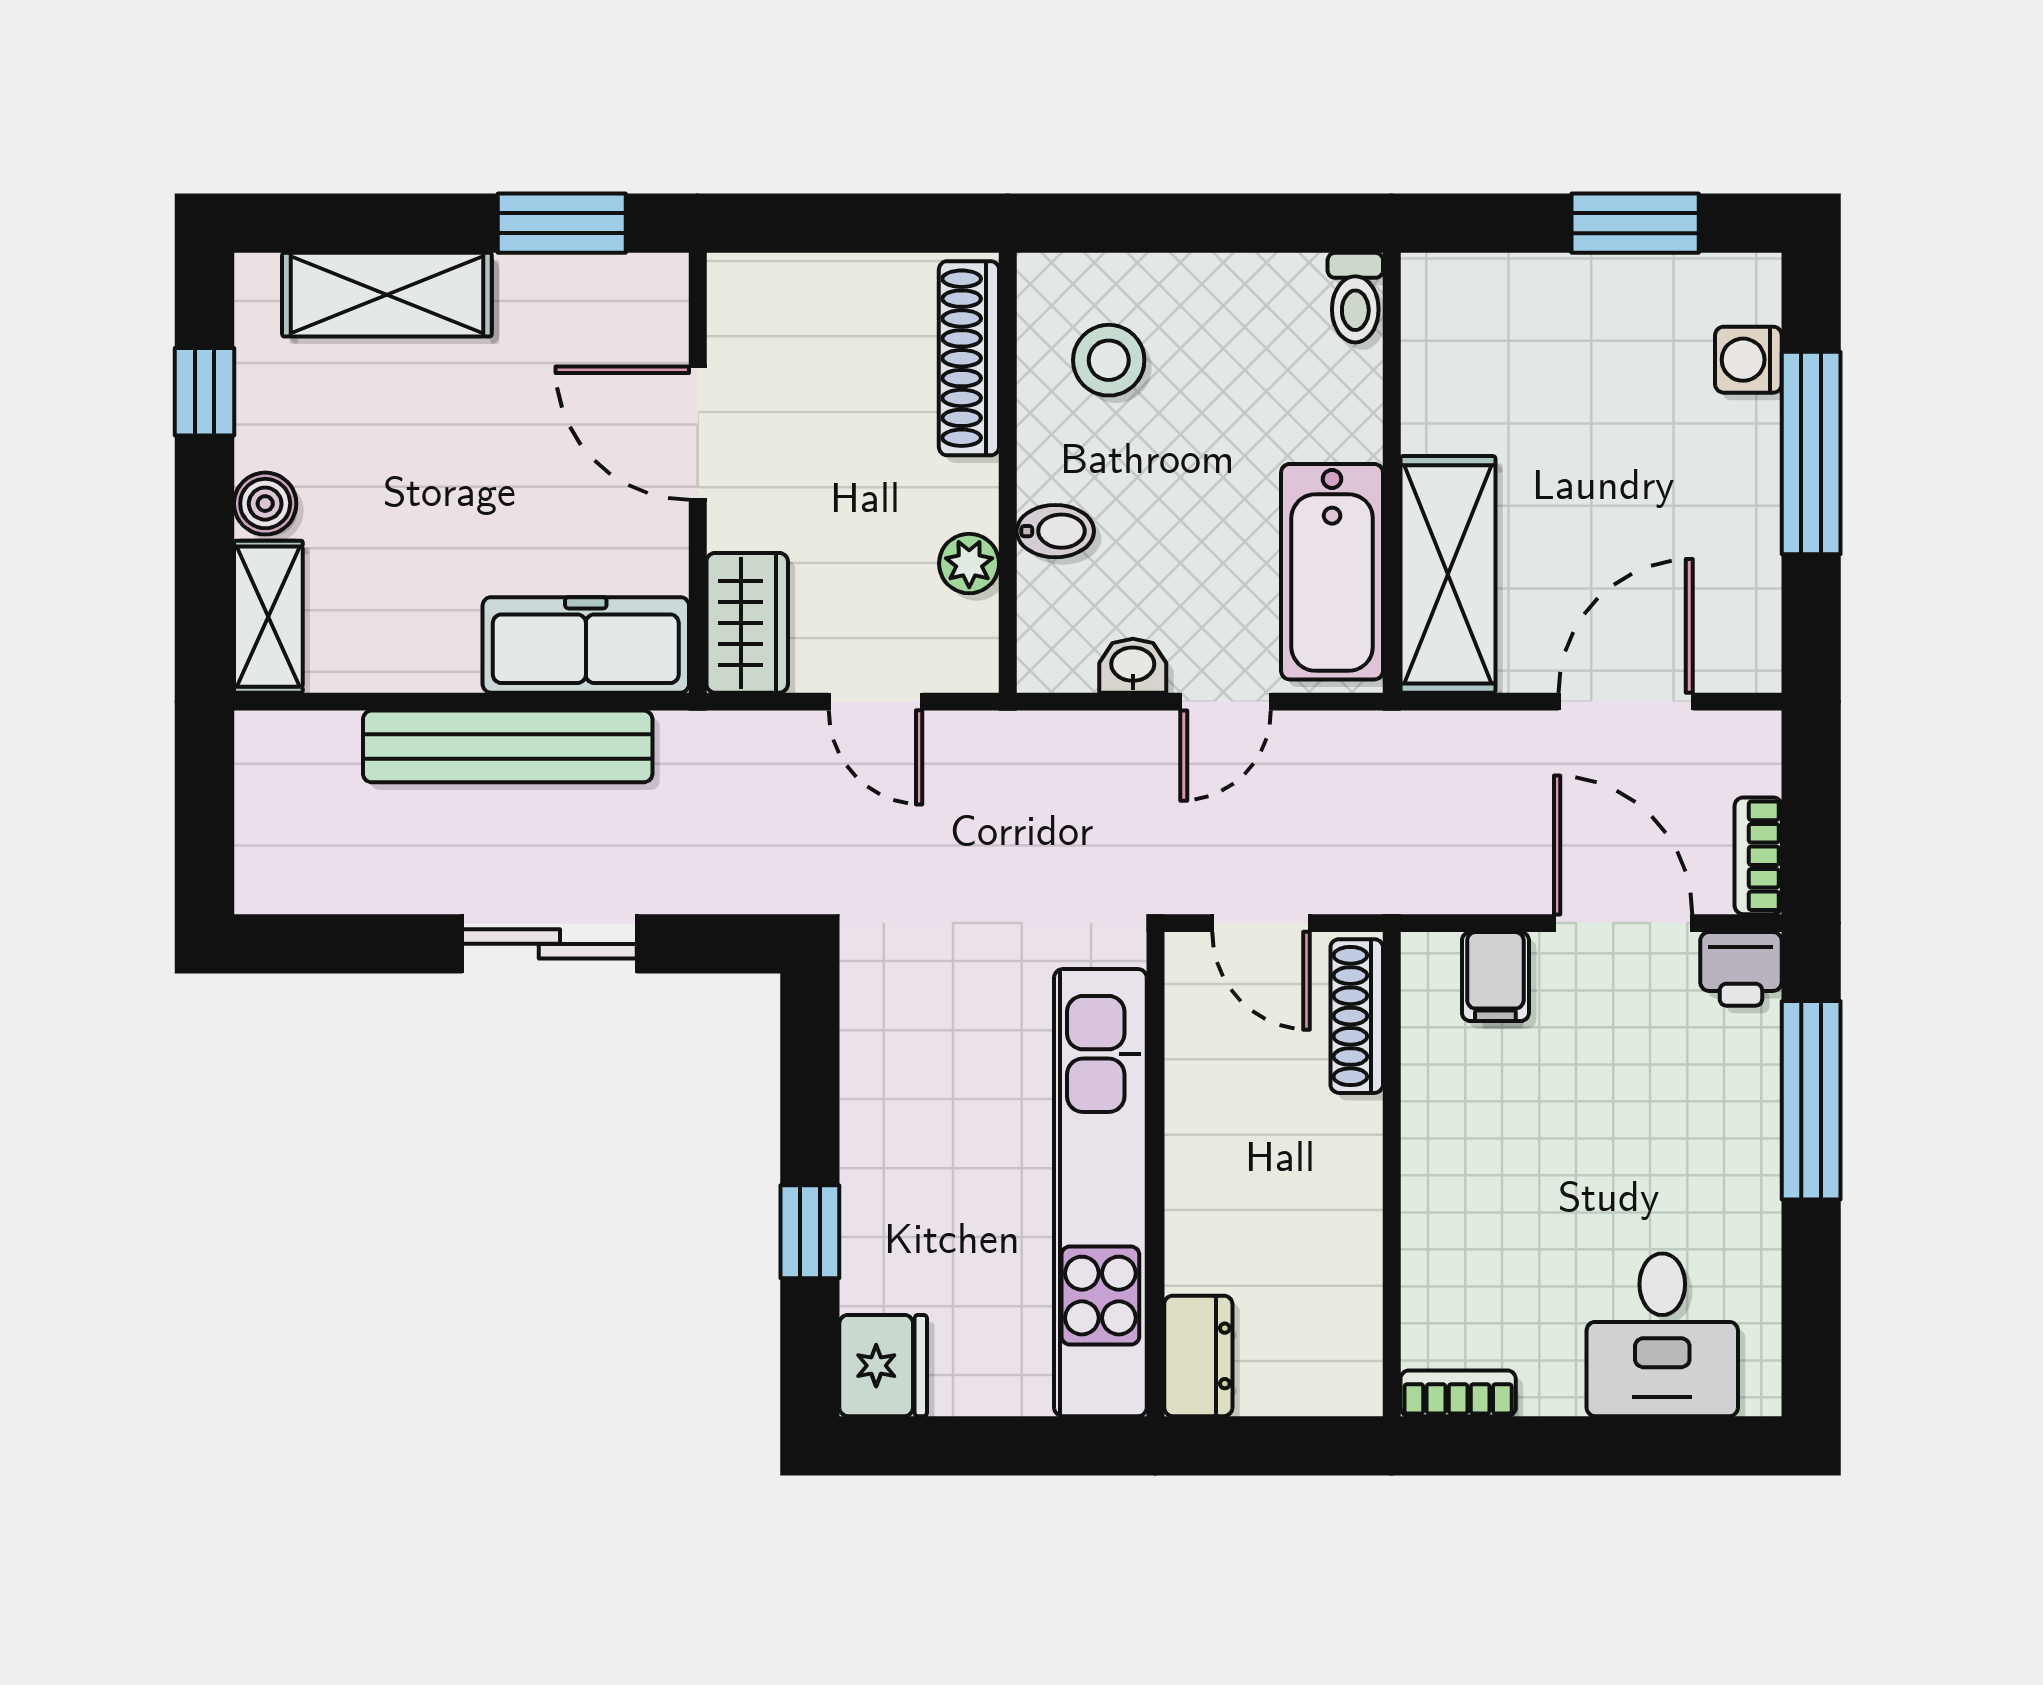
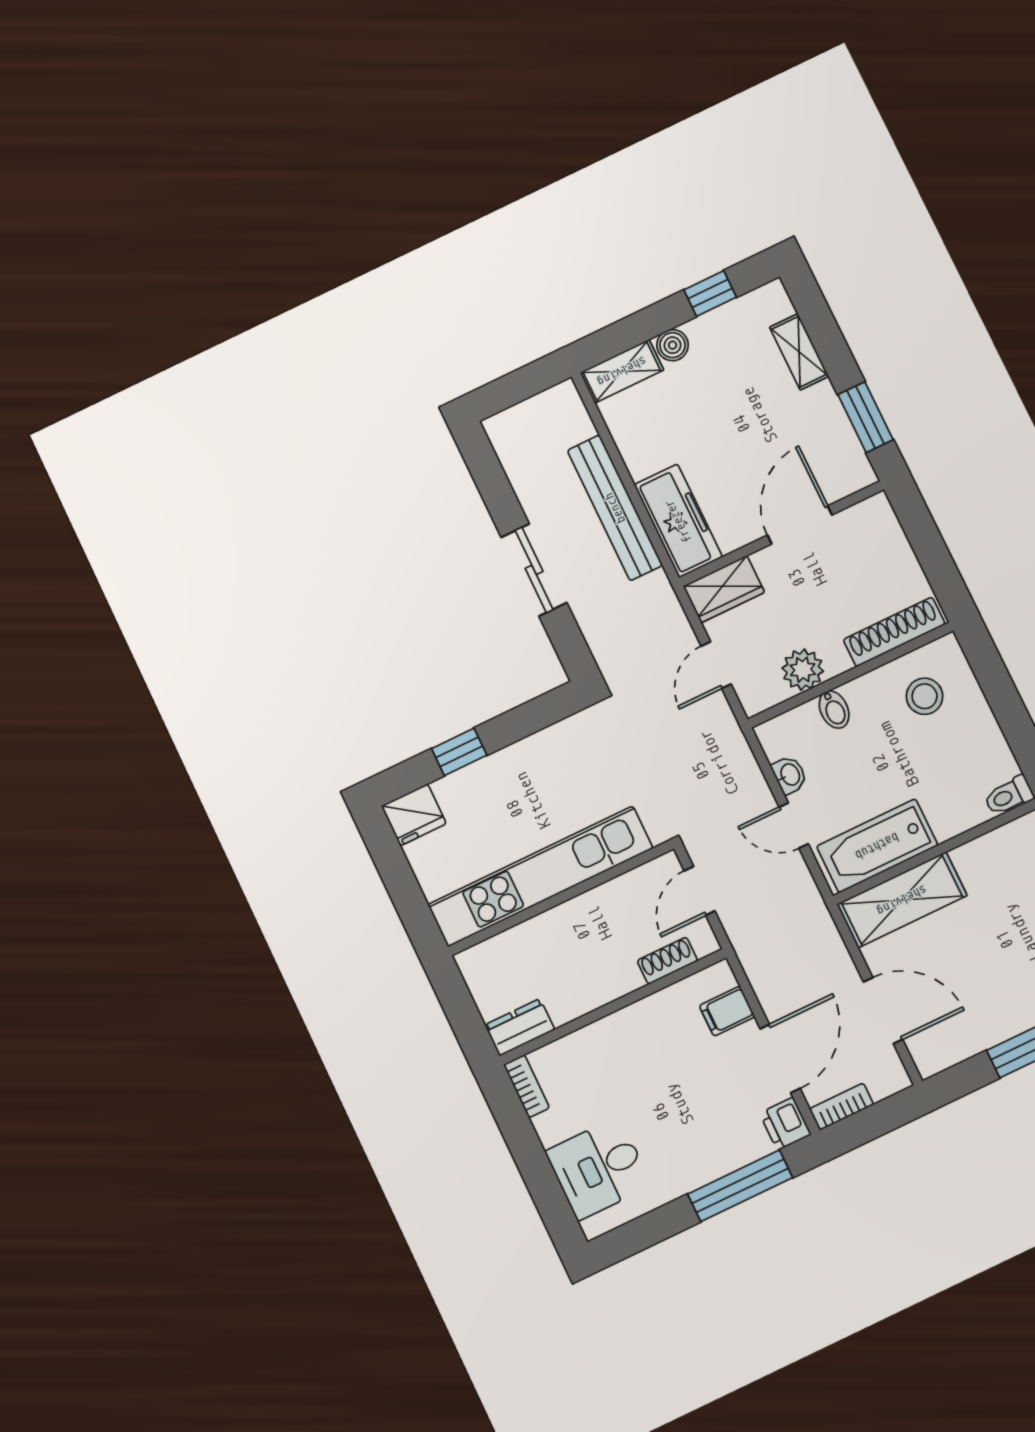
shelving: (387, 295) -> (799, 352), width x0.67, depth x0.75
plant: (969, 564) -> (803, 670), width x1.38, depth x1.38
shoe rack: (1357, 1016) -> (667, 961), width x0.70
dresser: (1198, 1356) -> (520, 1027), moved, turned 180

